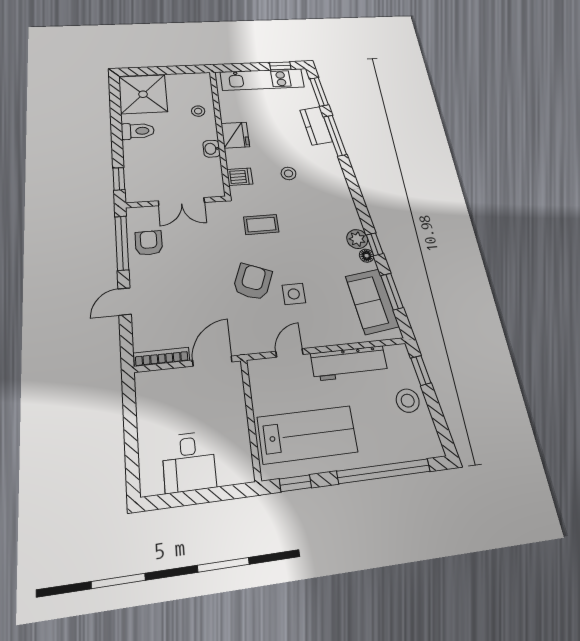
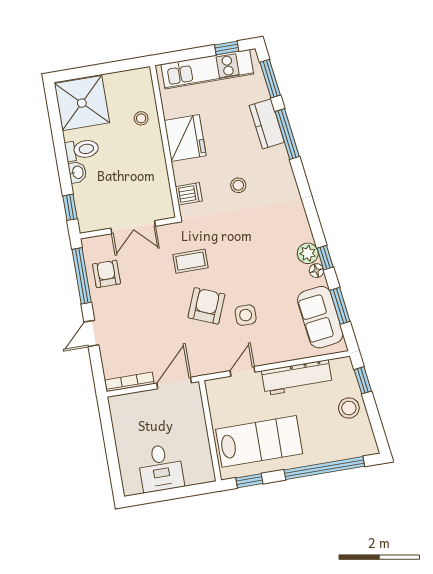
fridge: (235, 135) -> (185, 138), width x1.36, depth x1.34
washbasin: (212, 149) -> (77, 172), moved, turned 180
coffee table: (261, 225) -> (190, 261), moved

